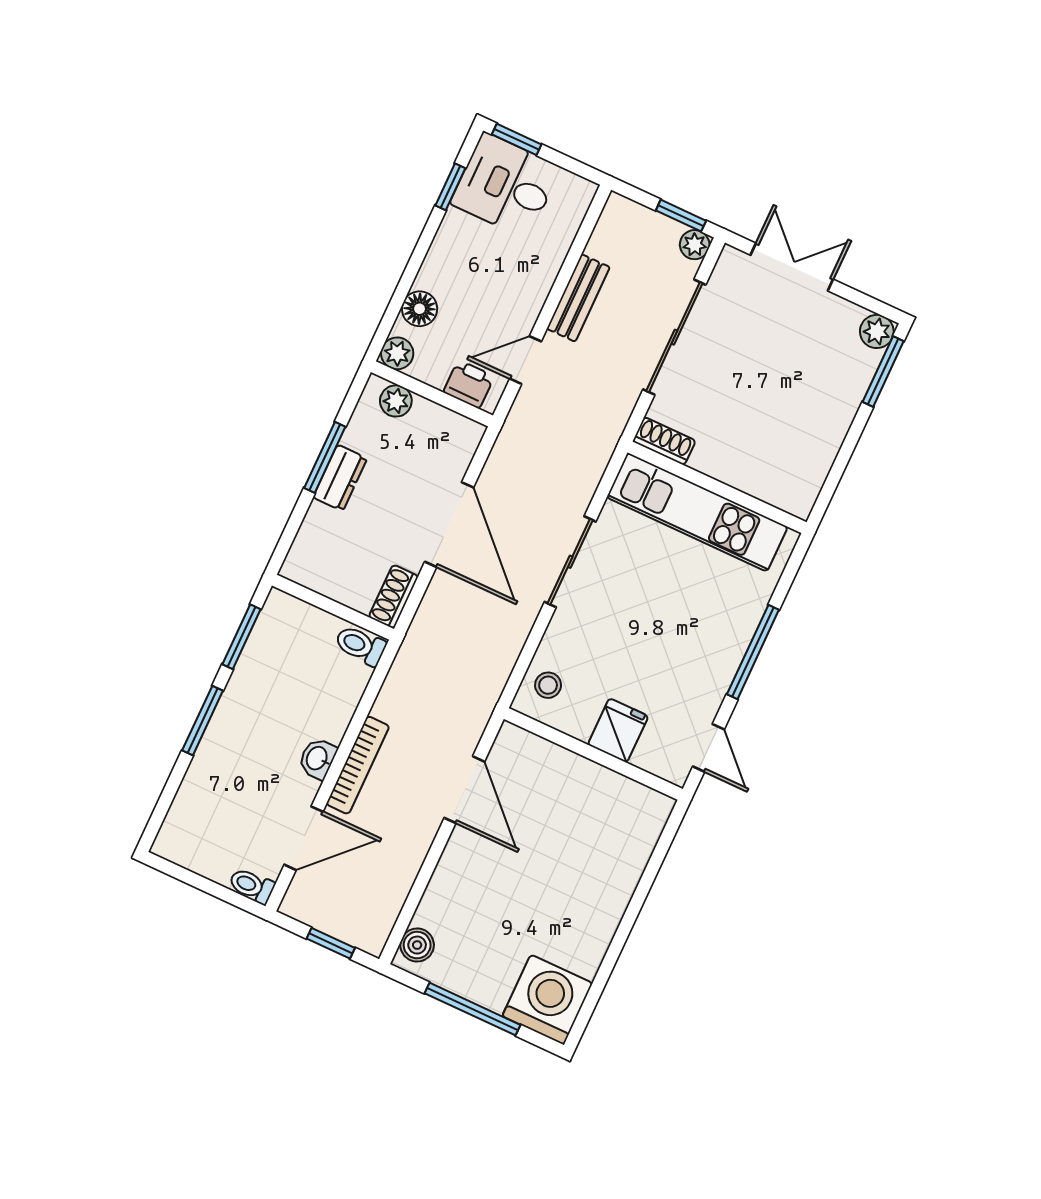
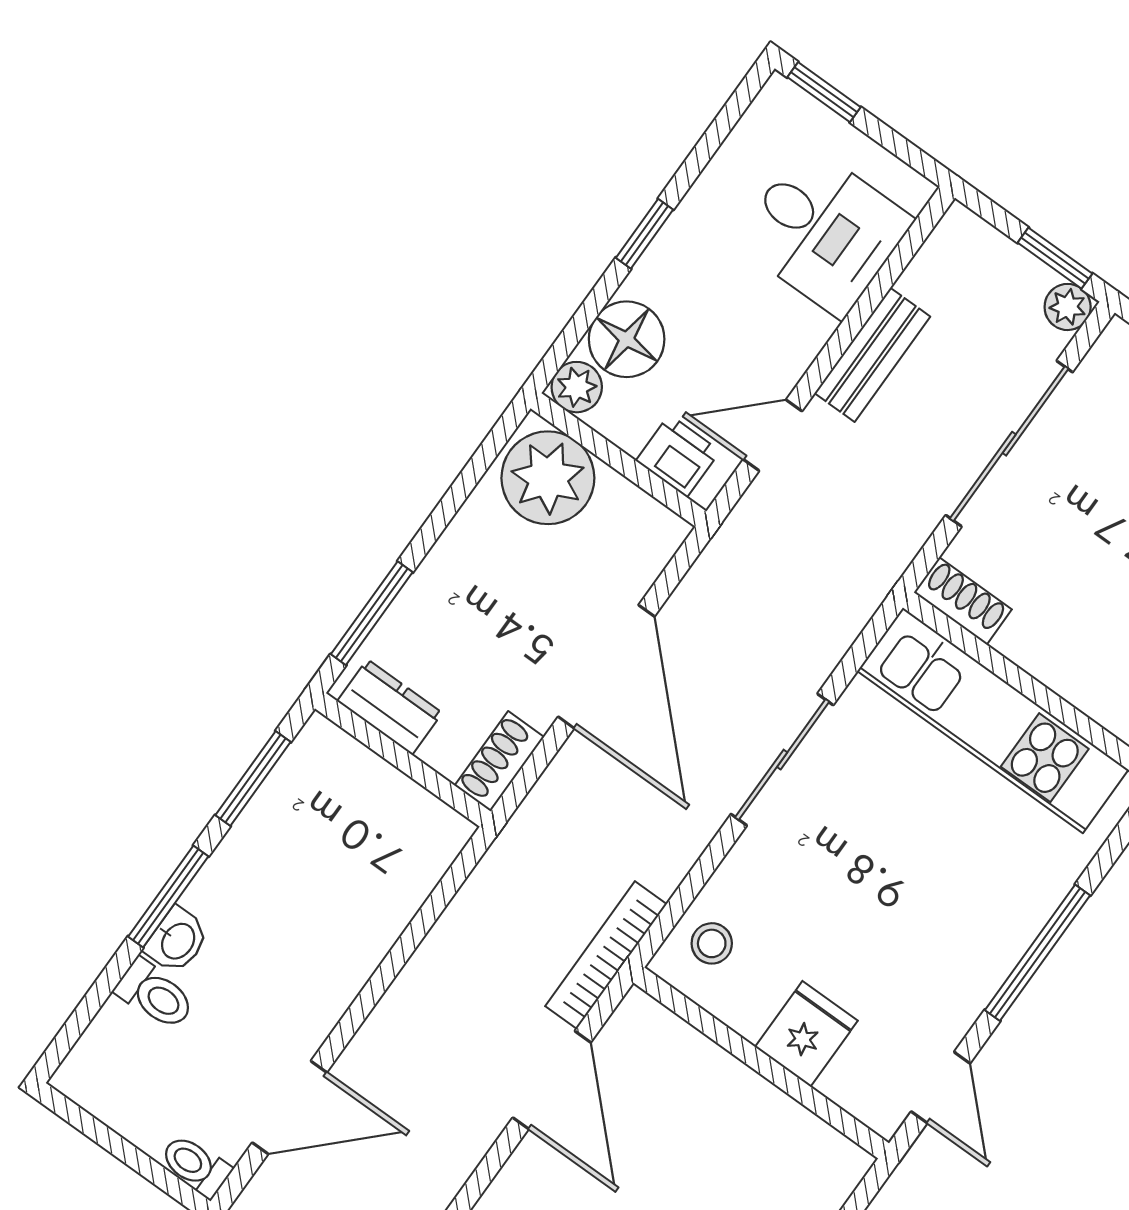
desk: (506, 185) -> (824, 231), moved, turned 180
window: (450, 187) -> (645, 234), moved
floor lamp: (420, 309) -> (627, 339), width x1.38, depth x1.38
plant: (396, 401) -> (548, 478), width x1.87, depth x1.87
window: (325, 457) -> (372, 613), moved
dresser: (340, 478) -> (390, 707), moved, turned -90
toilet: (360, 645) -> (155, 995), moved, turned 180
washbasin: (318, 759) -> (177, 940), moved, turned 180
bookcase: (358, 765) -> (606, 955), moved, turned 180

